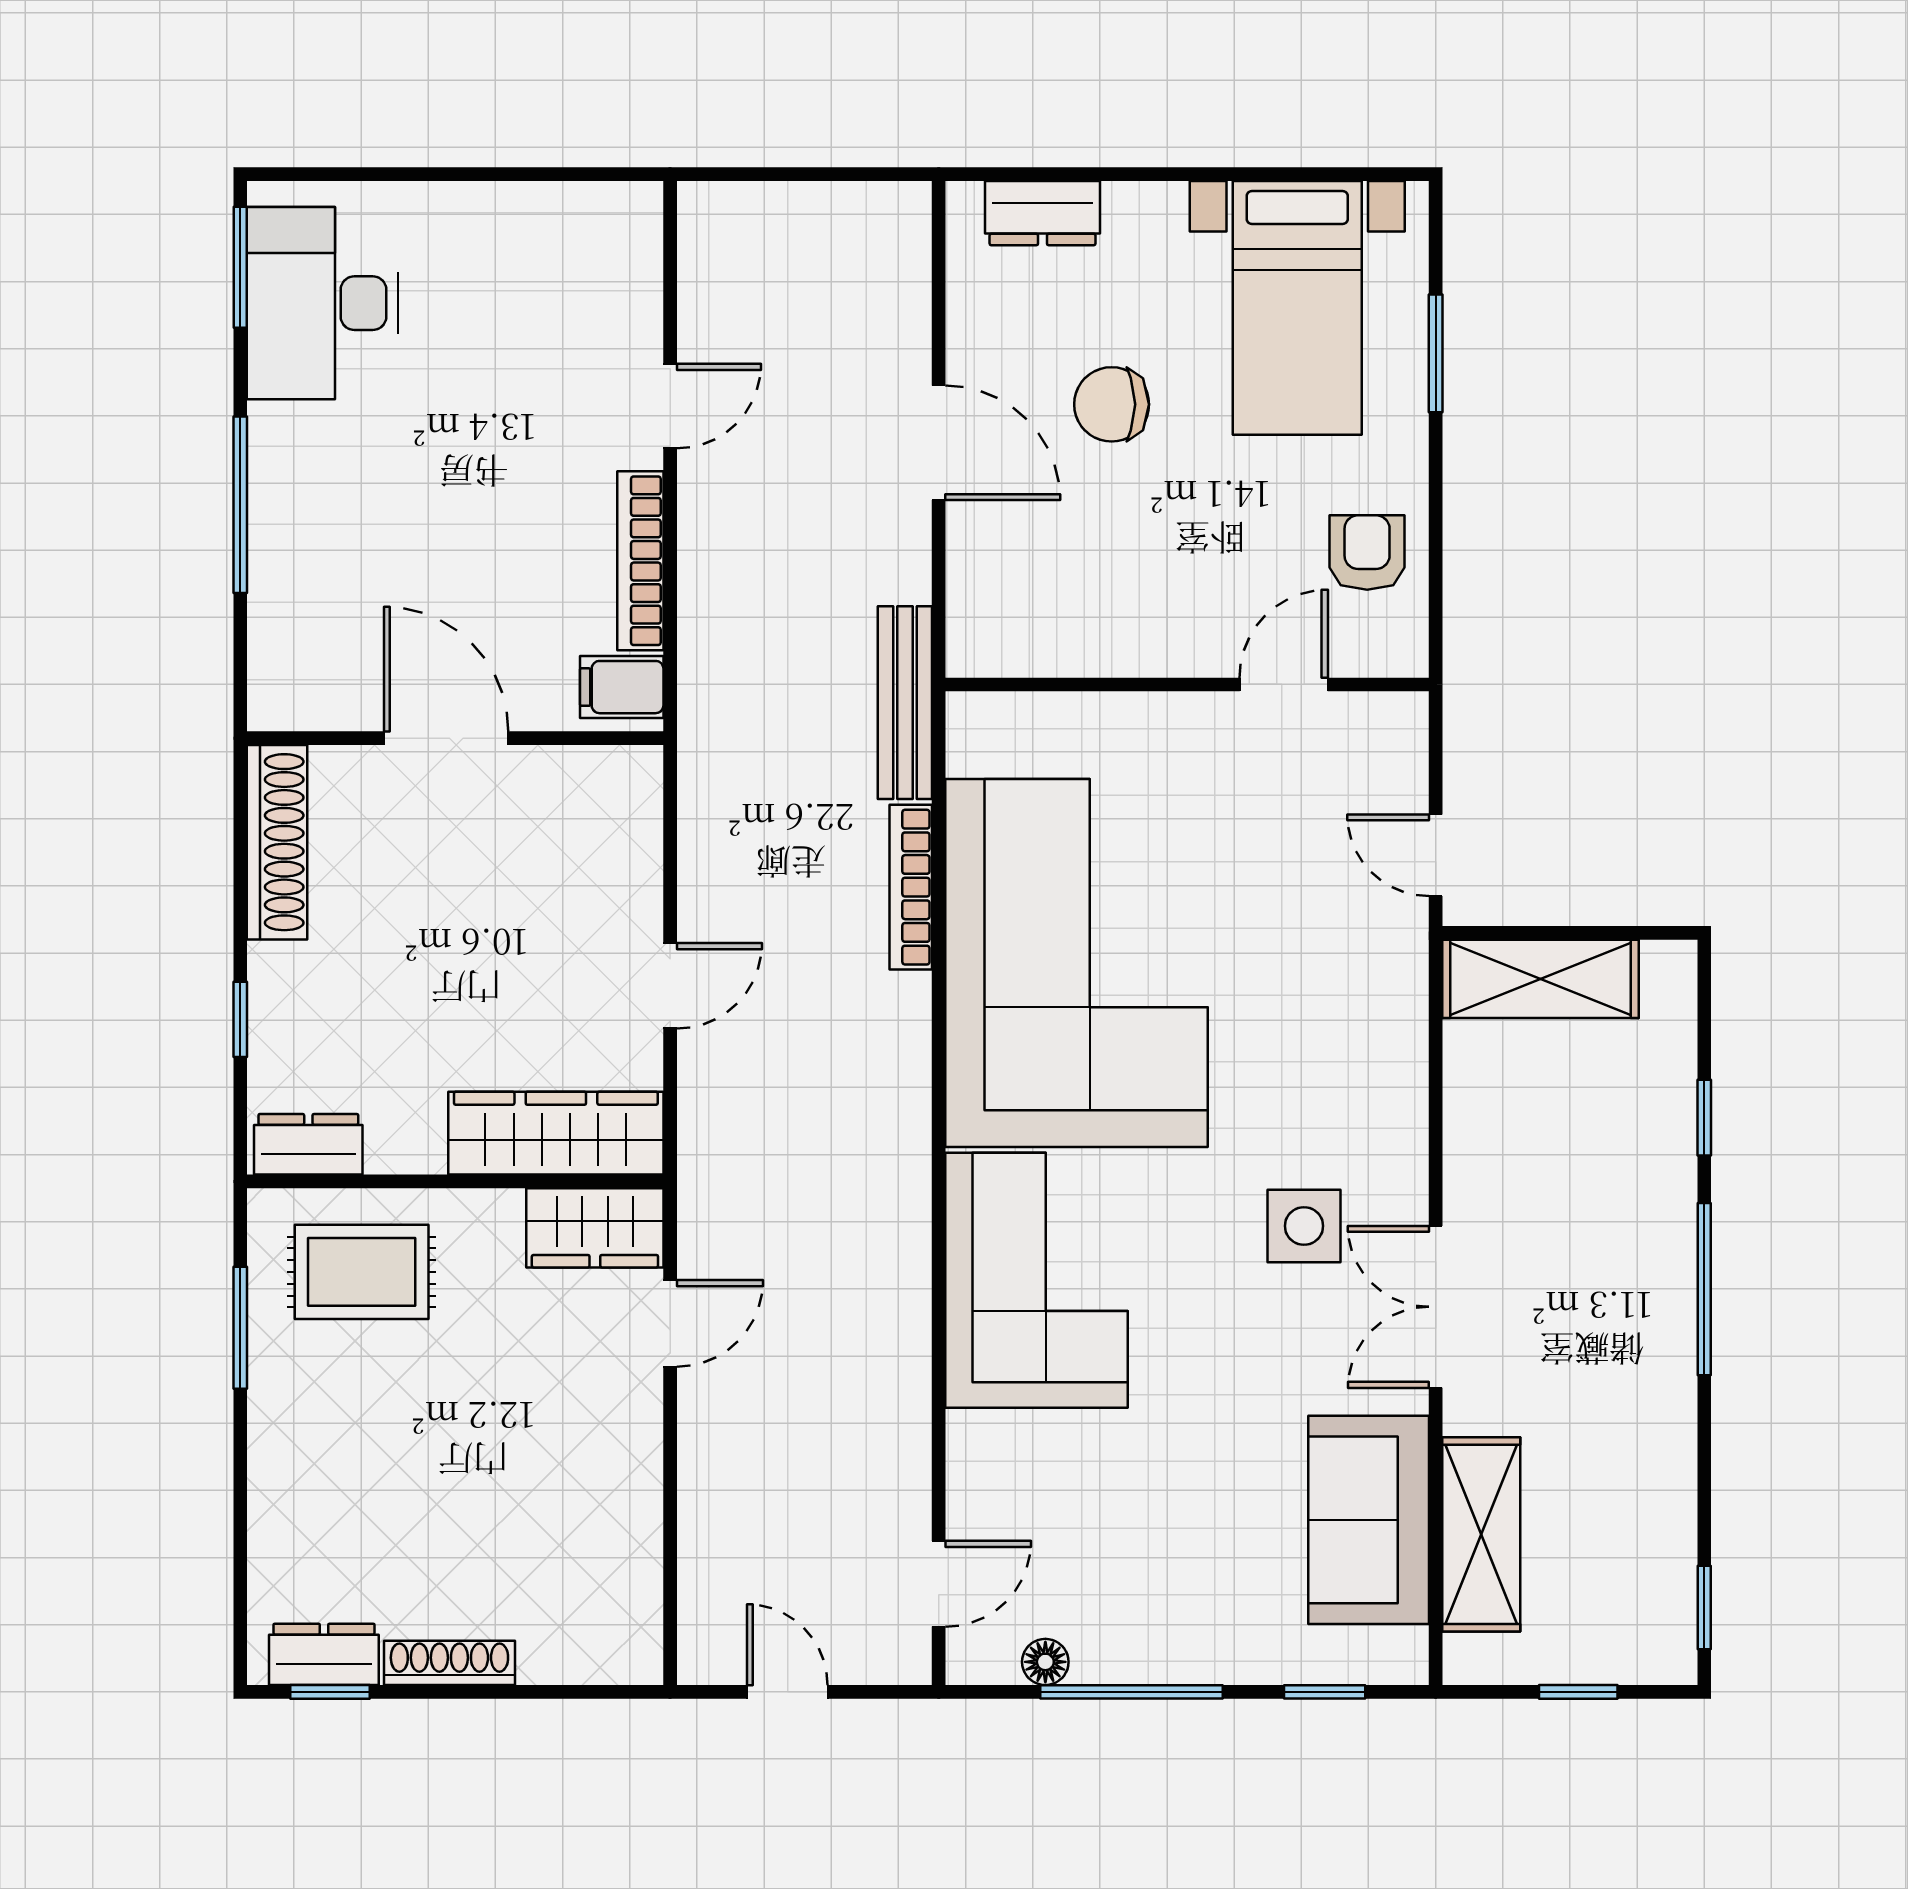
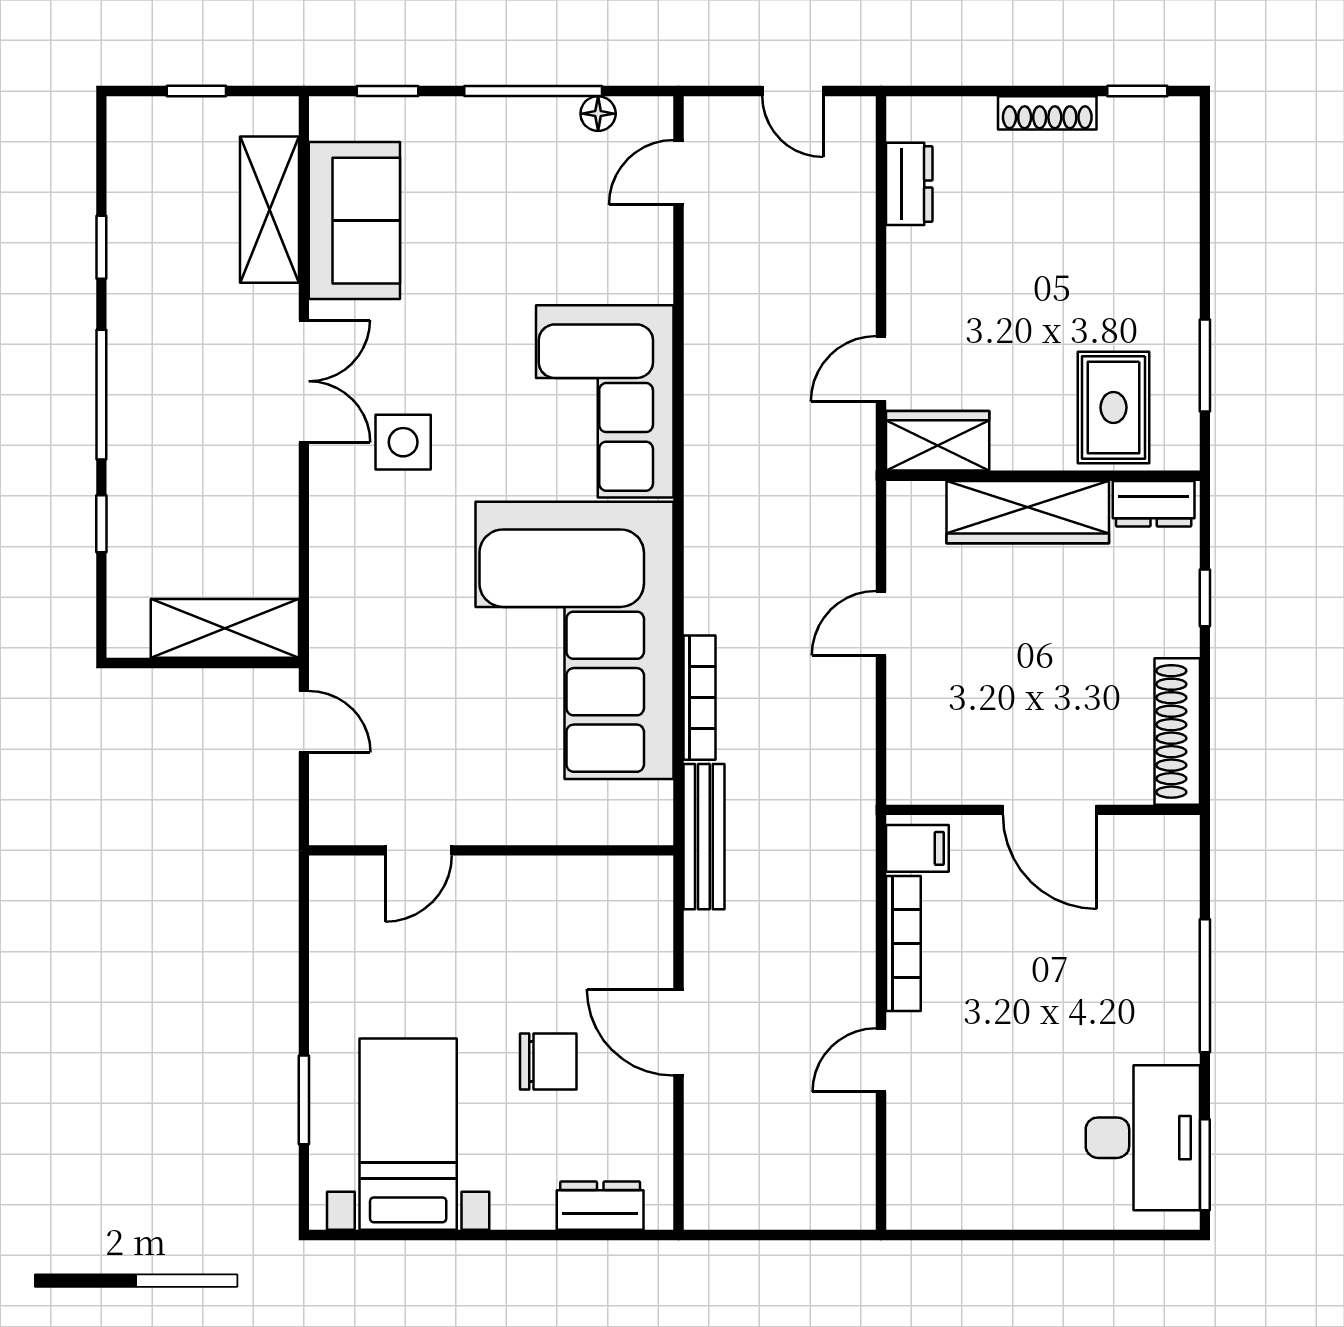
armchair: (1367, 553) -> (356, 950), removed
wardrobe: (556, 1133) -> (1028, 512), moved
rug: (362, 1272) -> (1113, 408), turned 90
window: (1704, 1607) -> (101, 247), moved
dresser: (324, 1654) -> (909, 184), moved, turned -90

